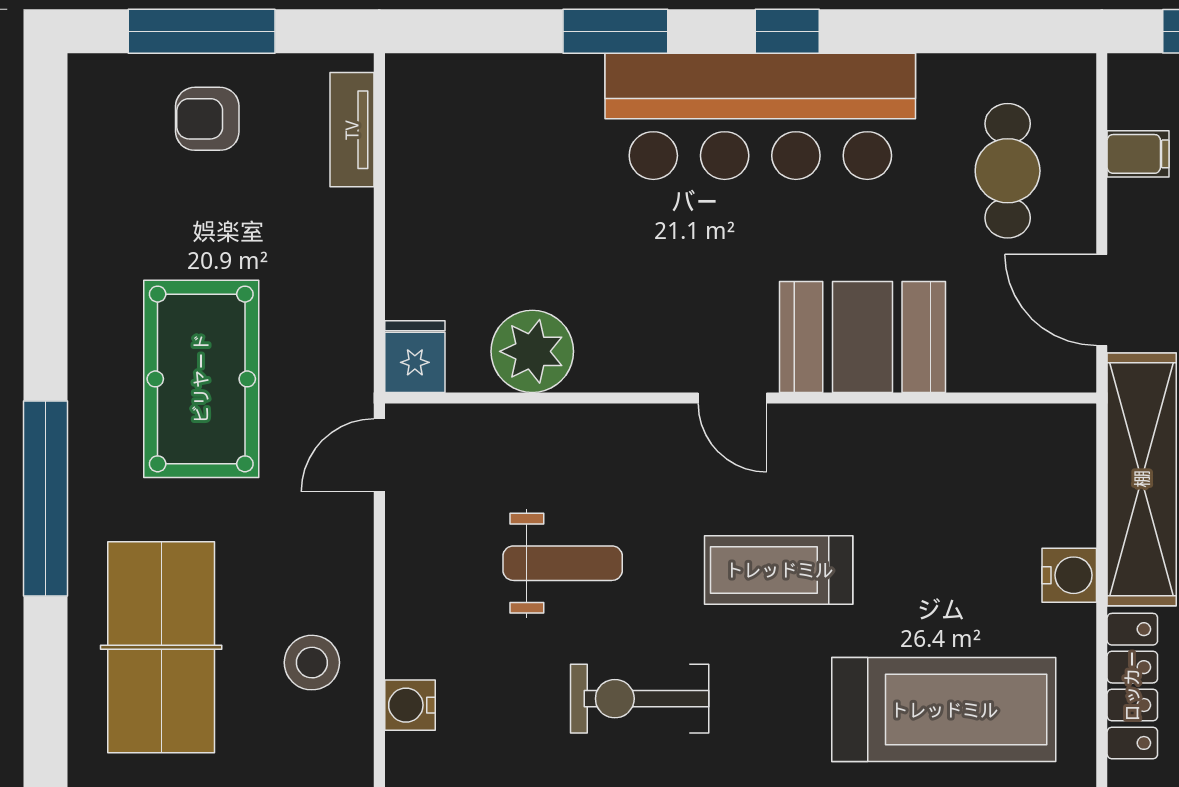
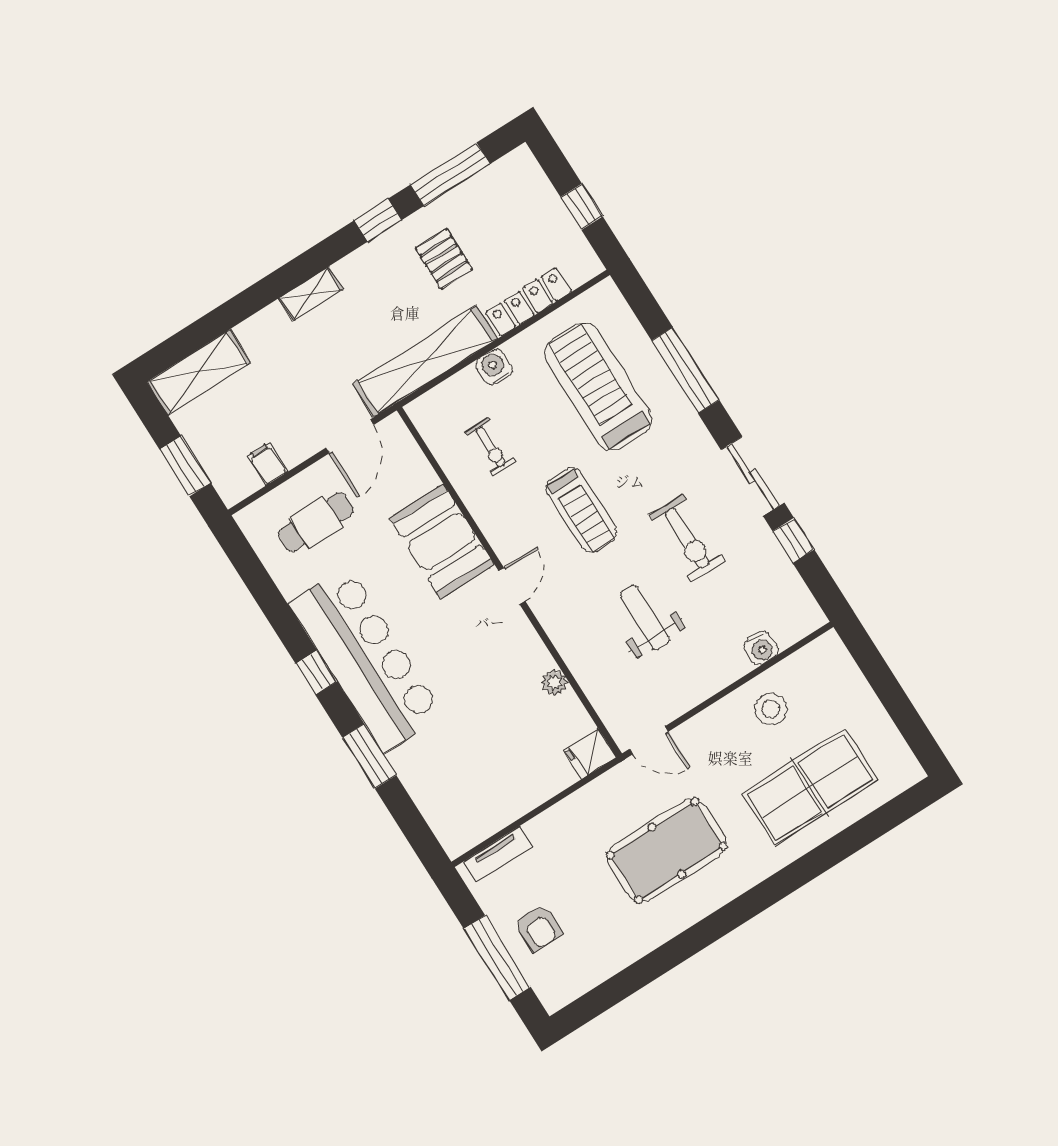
plant: (532, 351) -> (554, 683), width x0.53, depth x0.53
exercise bike: (956, 495) -> (490, 447), added
window: (45, 499) -> (773, 889), removed

